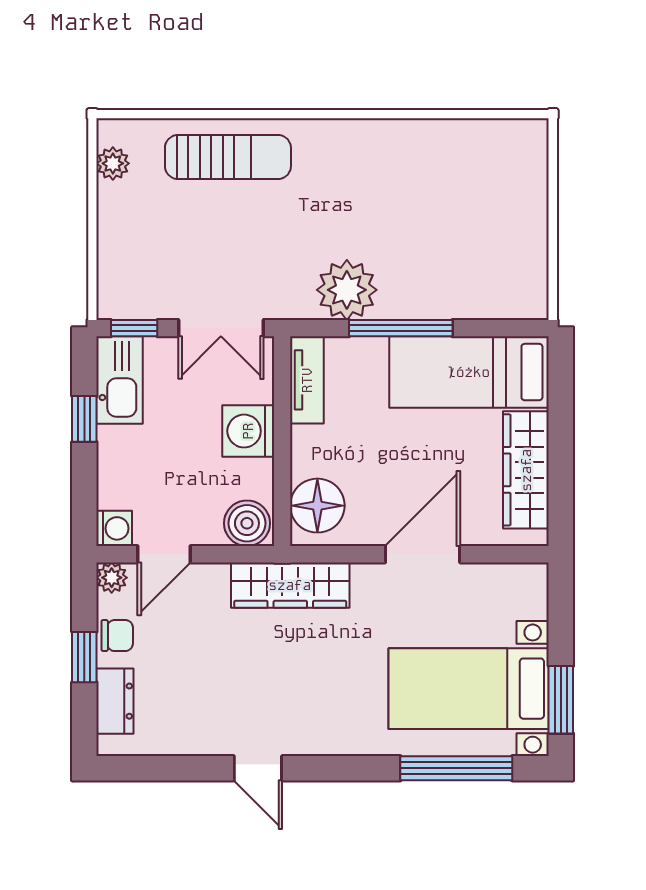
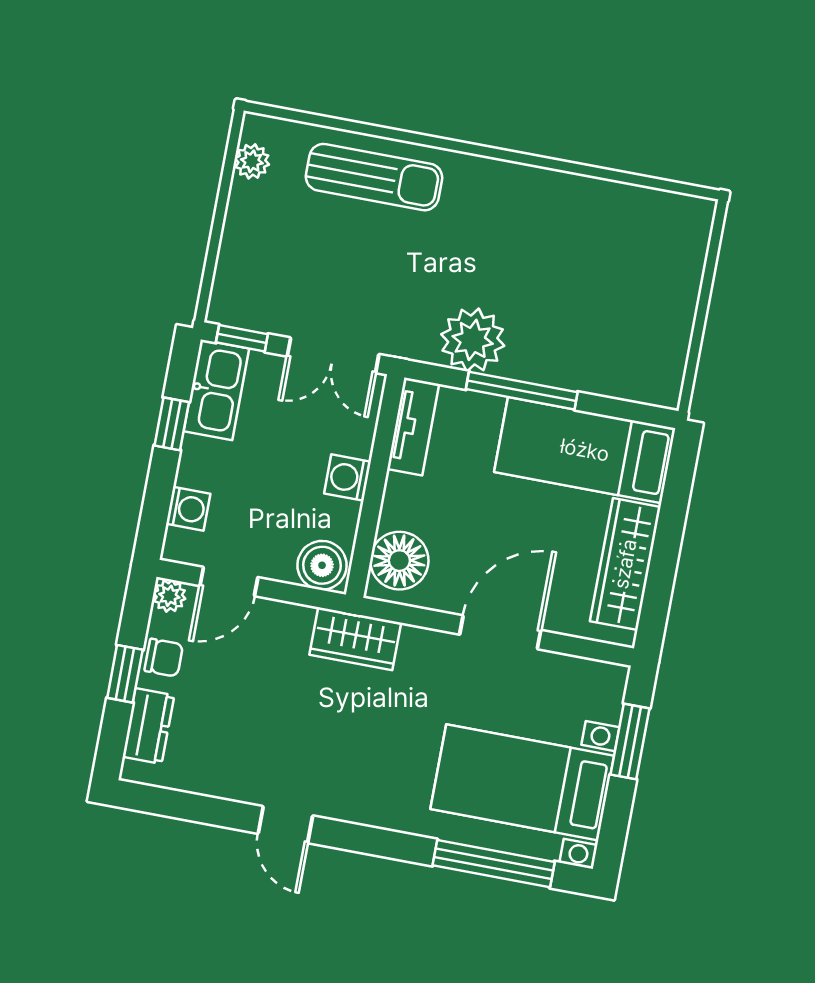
washing machine: (248, 431) -> (347, 478), width x0.73, depth x0.73
washing machine: (114, 528) -> (188, 509), moved
wardrobe: (290, 585) -> (355, 639), width x0.67
window: (561, 700) -> (630, 741), moved

